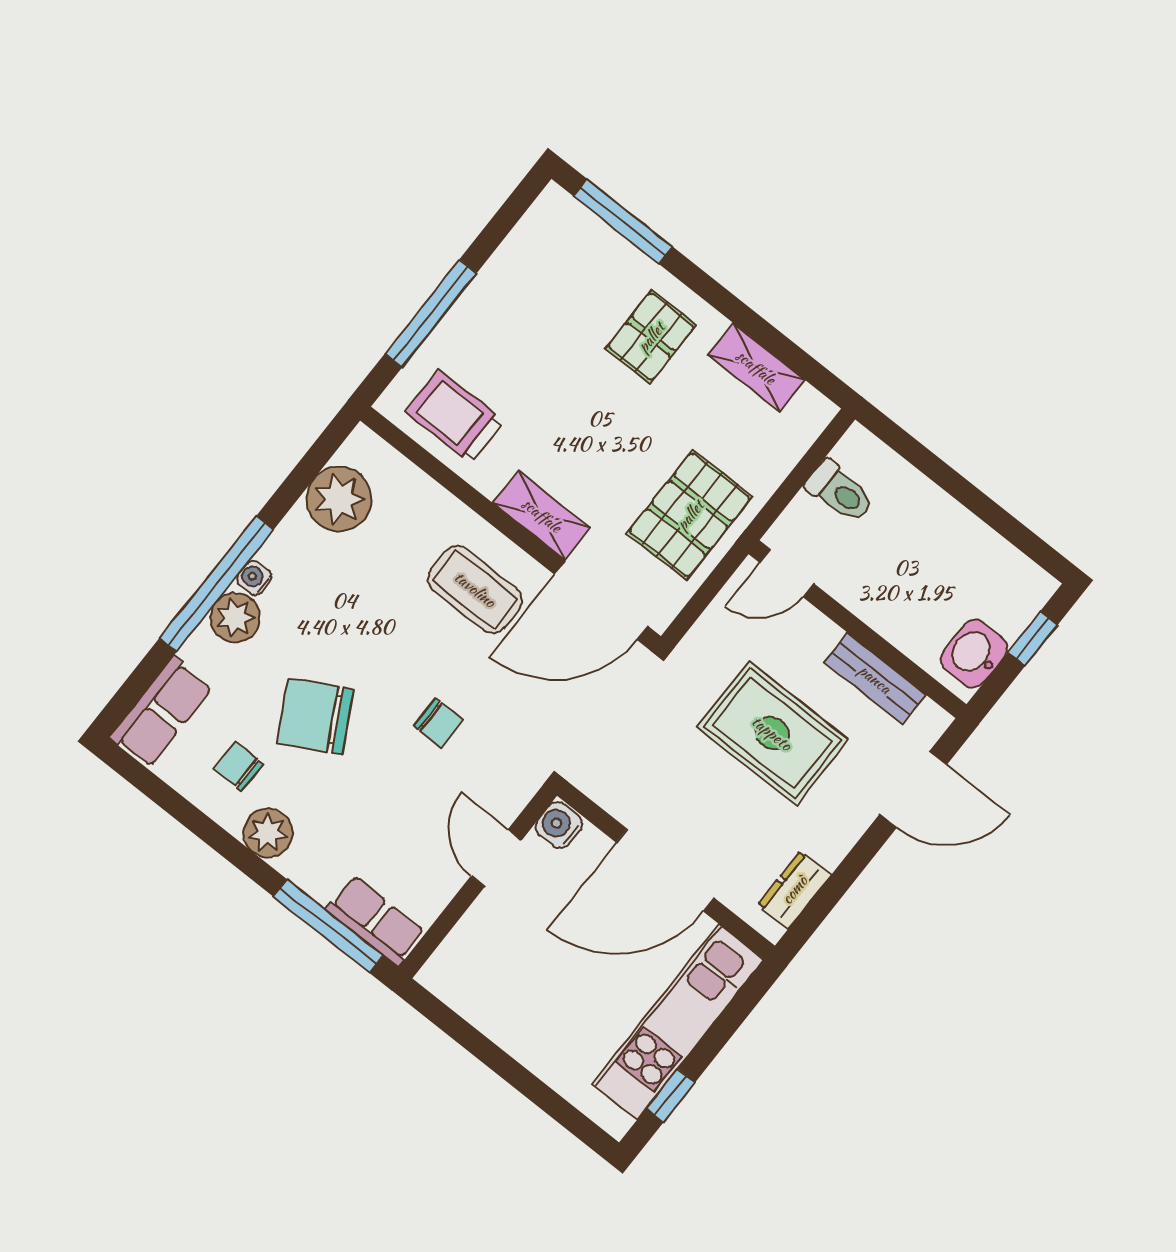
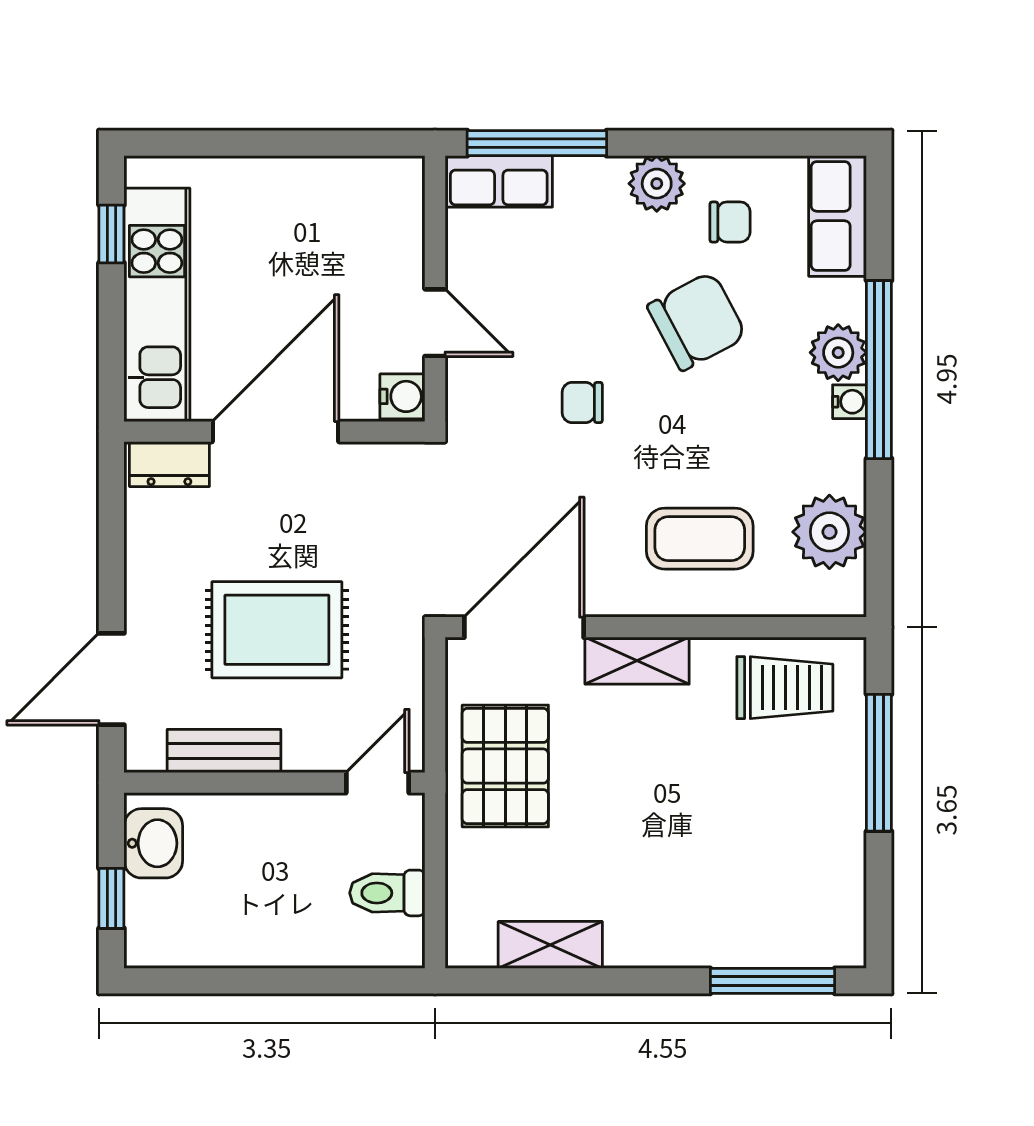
pallet: (651, 337) -> (666, 898), removed
coffee table: (475, 589) -> (700, 539), moved
dresser: (794, 890) -> (169, 464), moved, turned 90

